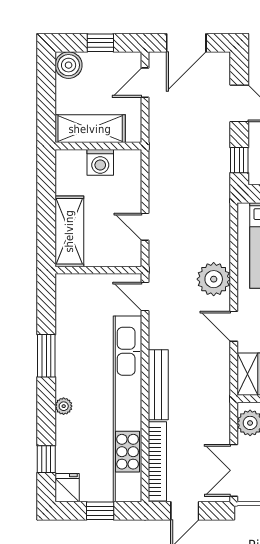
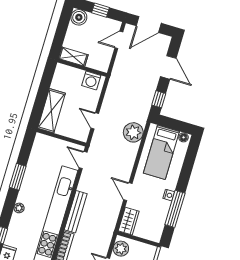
shelving: (90, 129) -> (73, 57), width x0.67, depth x0.75
washing machine: (100, 162) -> (91, 80), moved
plant: (214, 279) -> (133, 132), moved

